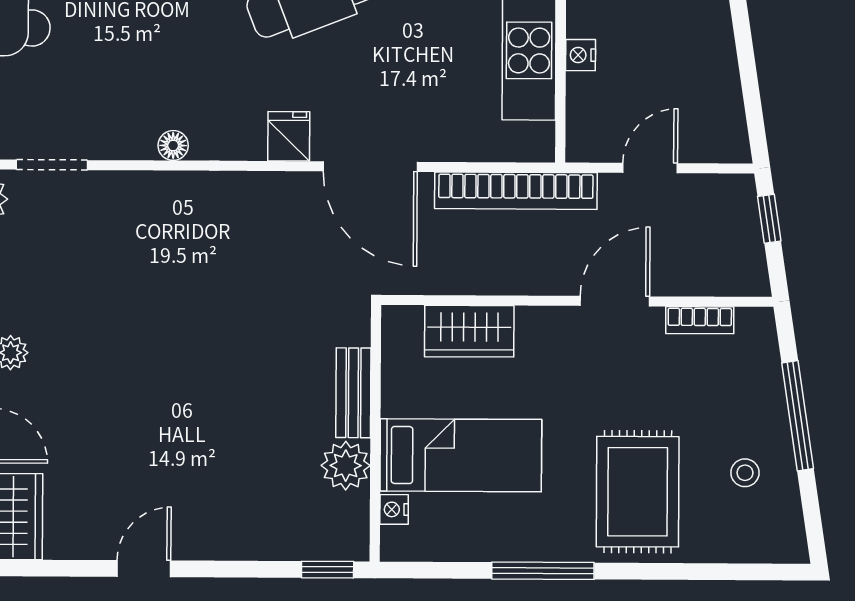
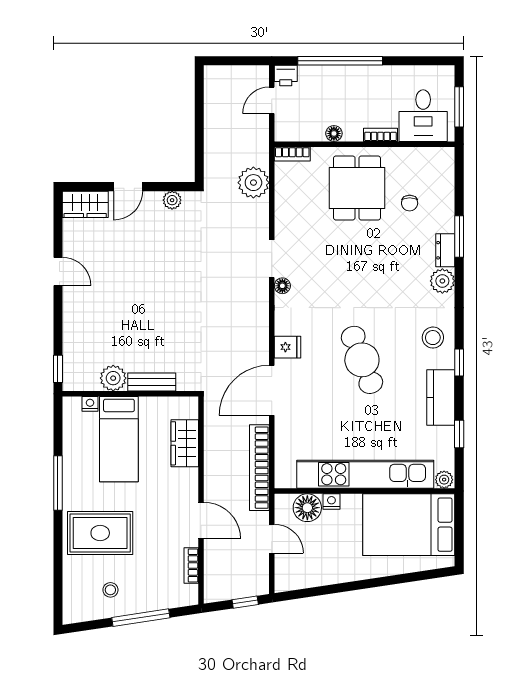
floor lamp: (592, 101) -> (307, 508), added
doorway: (52, 165) -> (272, 259), moved

